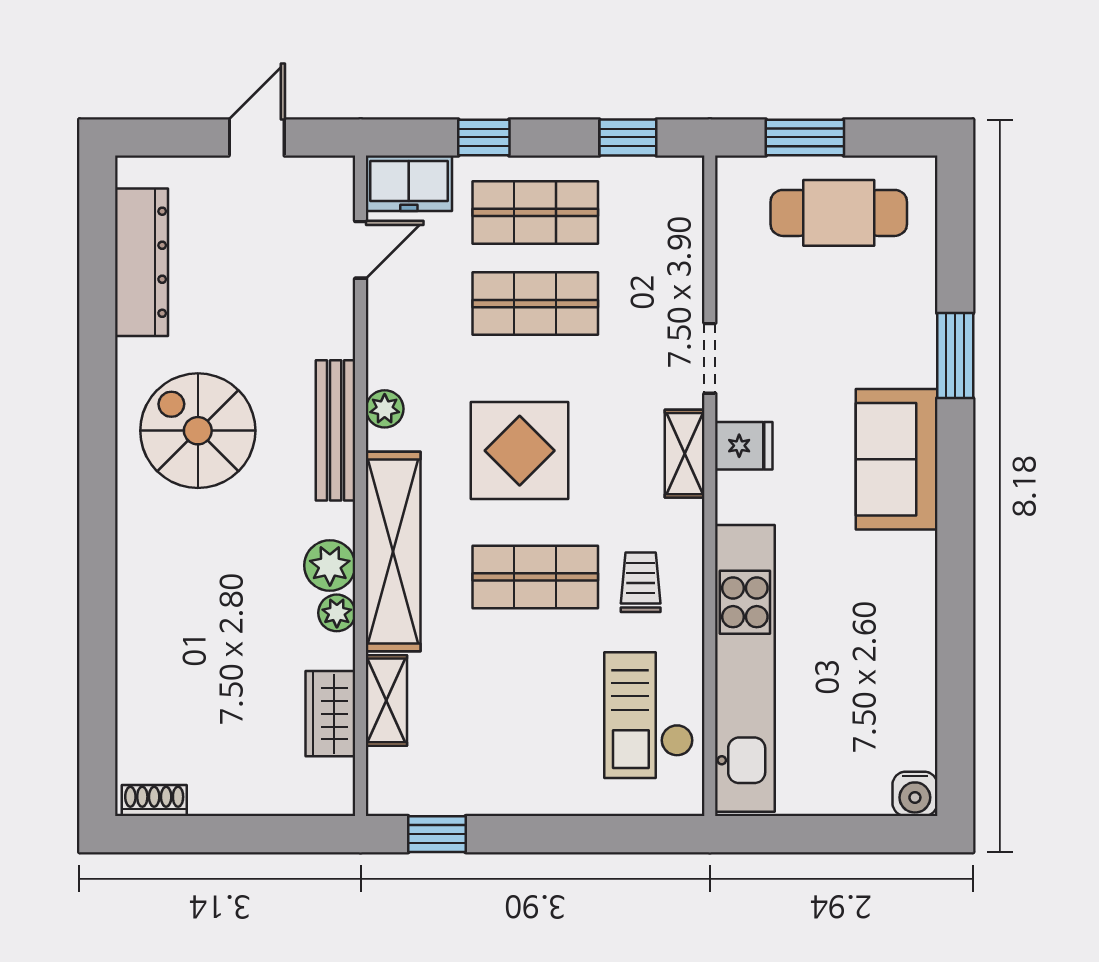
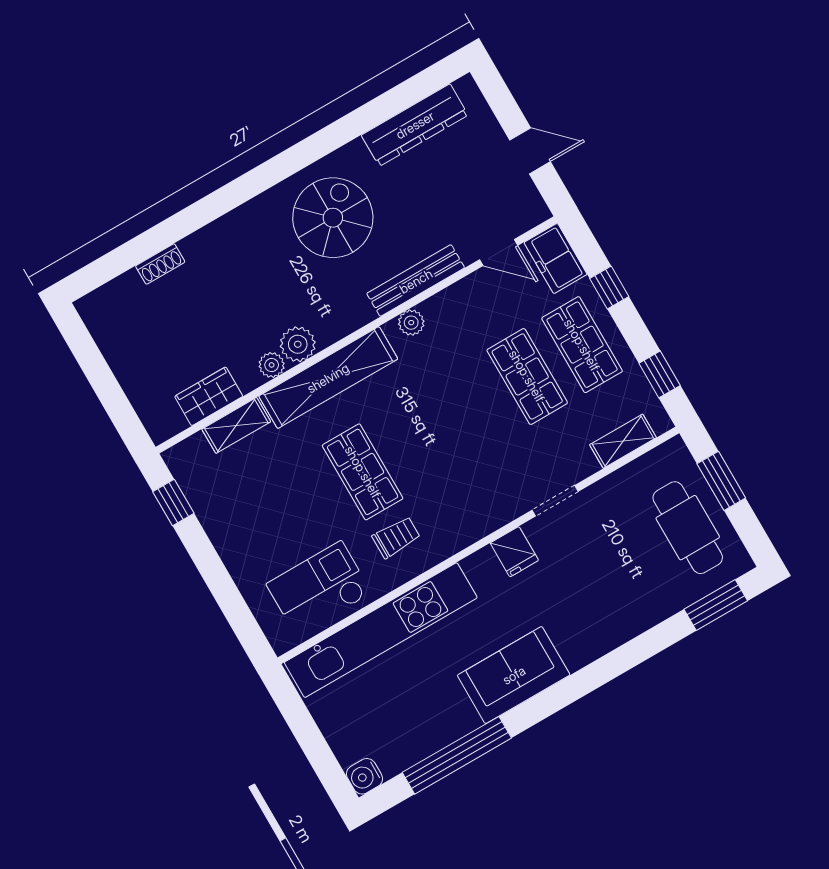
window: (955, 356) -> (716, 605), moved
bench: (336, 430) -> (416, 281), moved
display table: (520, 451) -> (433, 418), removed
shelving: (685, 454) -> (623, 441), moved
sofa: (897, 459) -> (514, 675), moved
window: (955, 664) -> (457, 755), added
shoe rack: (154, 801) -> (160, 264), moved, turned 90

